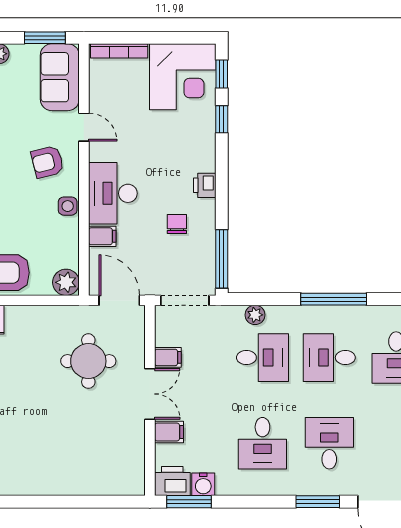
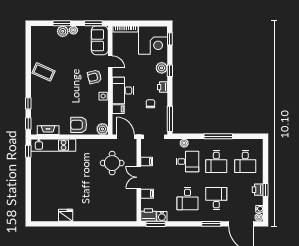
window: (222, 119) -> (170, 71), moved
plant: (203, 141) -> (162, 68), added
desk: (329, 358) -> (216, 162), turned -90
double door: (150, 394) -> (139, 177), swing flipped

